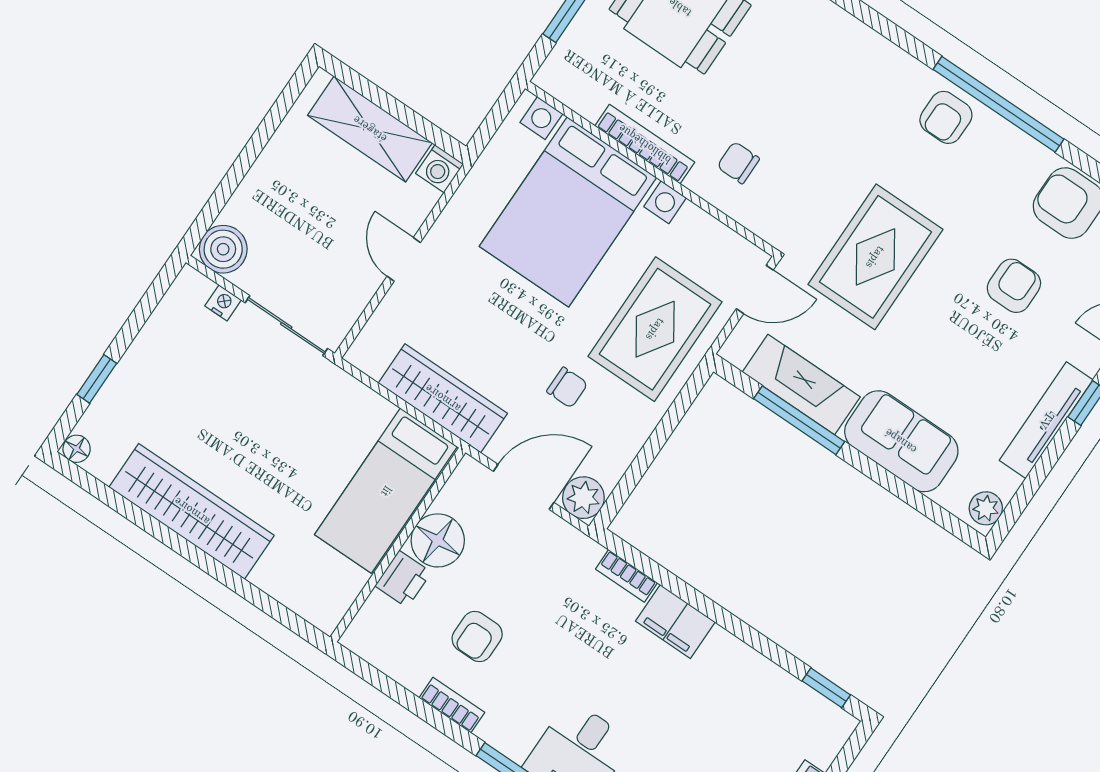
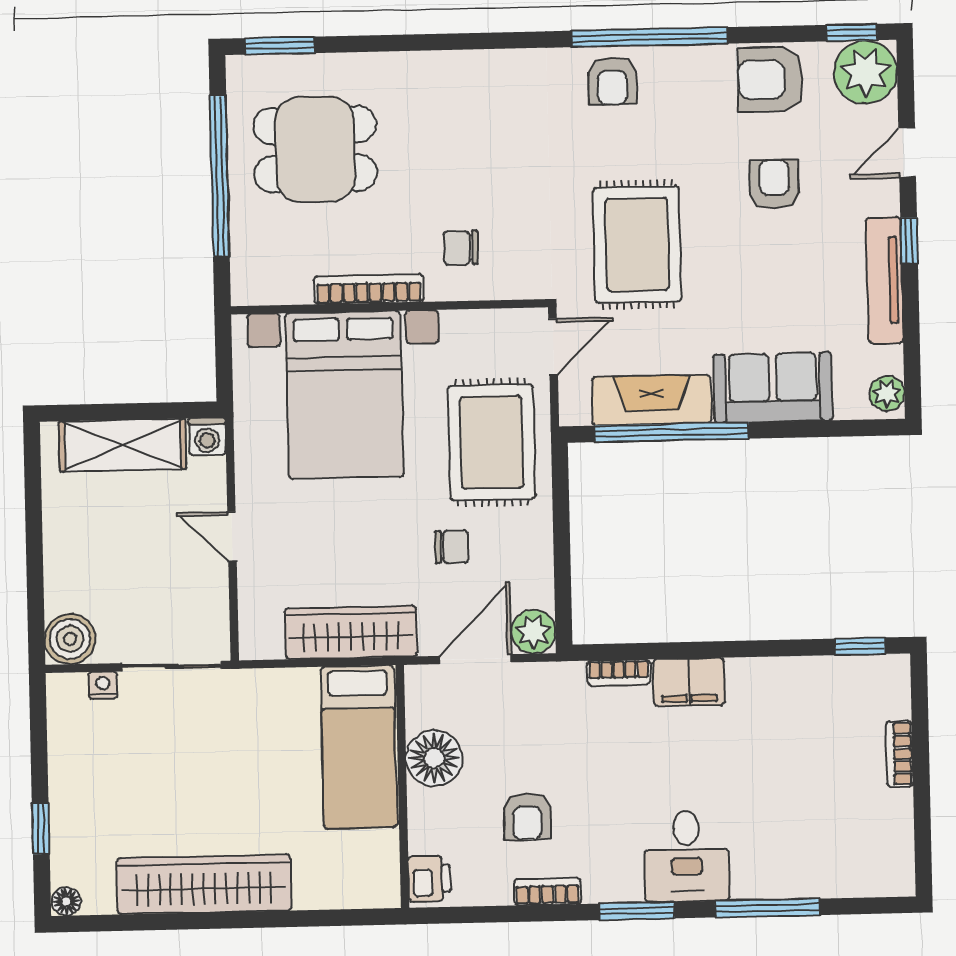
window: (799, 420) -> (672, 432), width x1.46
printer: (403, 579) -> (430, 879), moved

